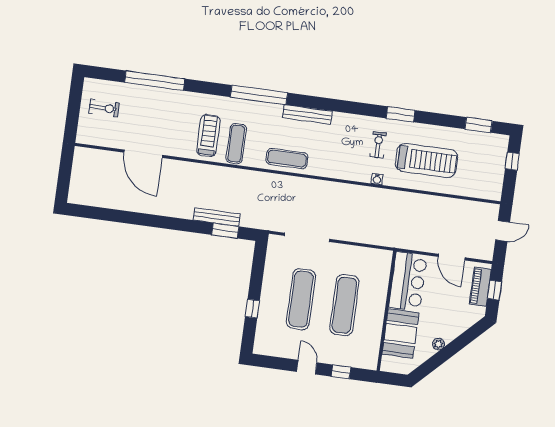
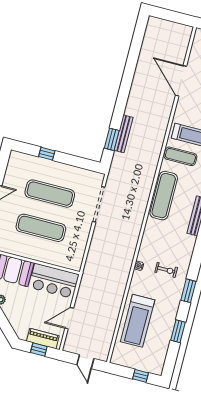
window: (479, 125) -> (178, 331), moved
door: (143, 154) -> (181, 81), hinge flipped
exercise mat: (287, 159) -> (164, 196), width x1.36, depth x1.45
treadmill: (427, 160) -> (138, 321), moved

